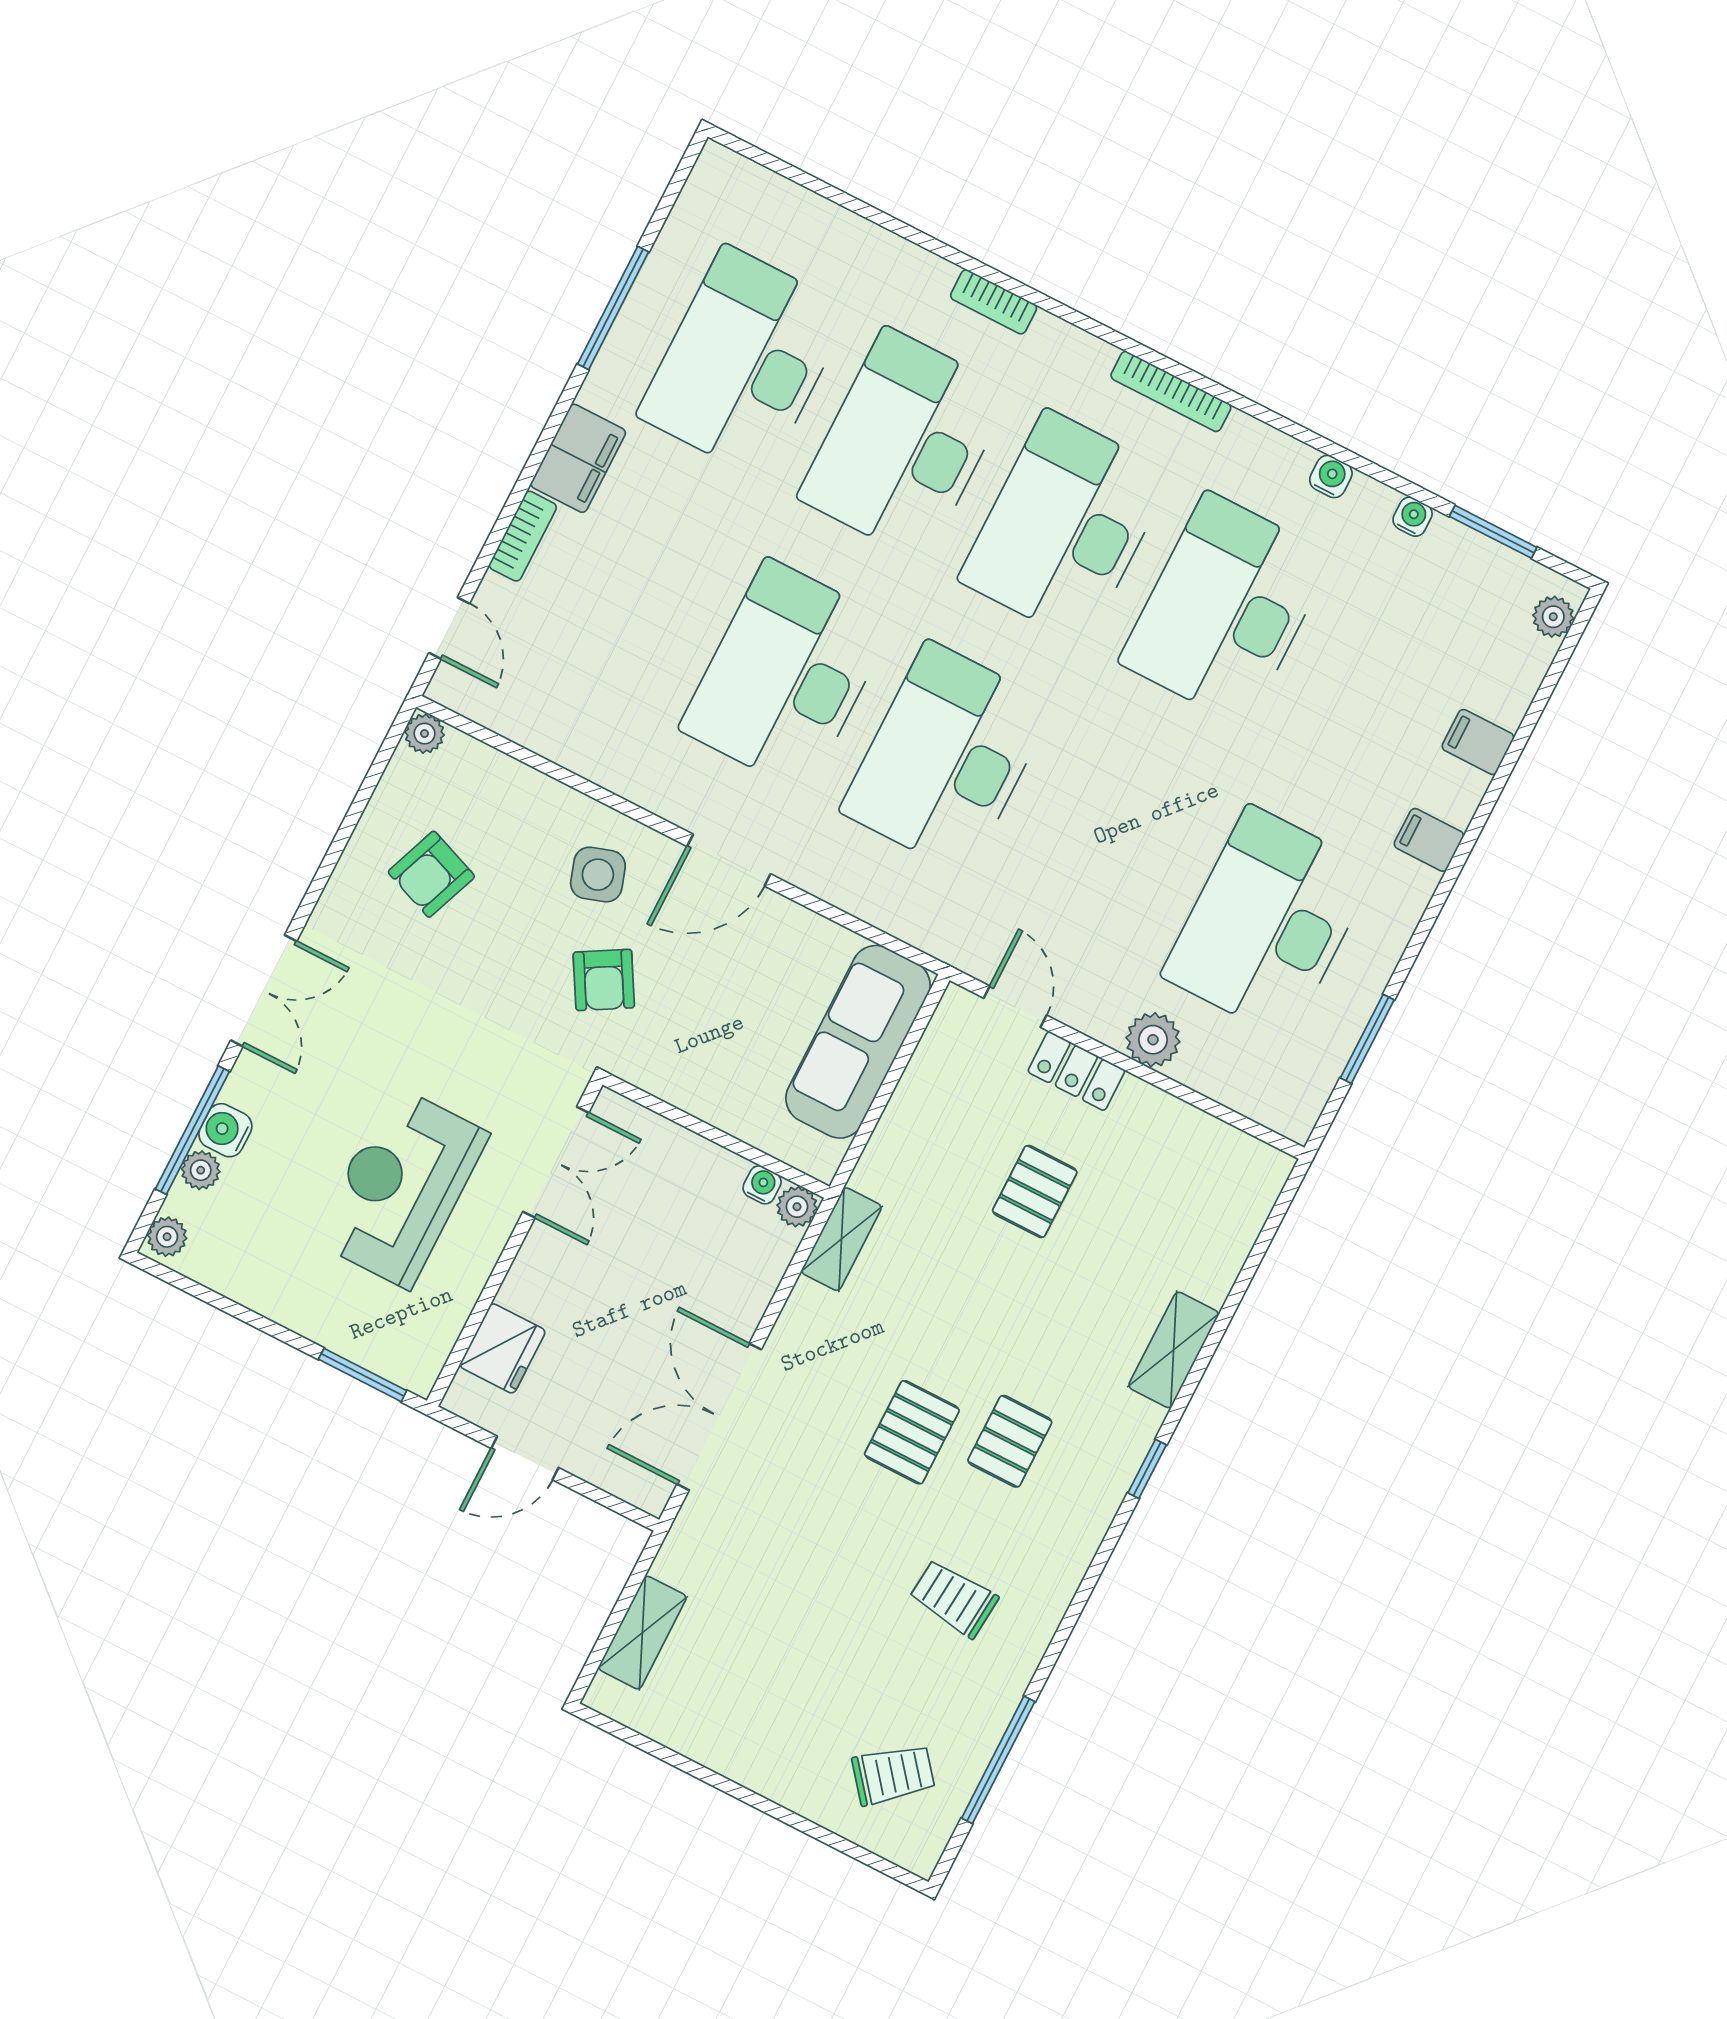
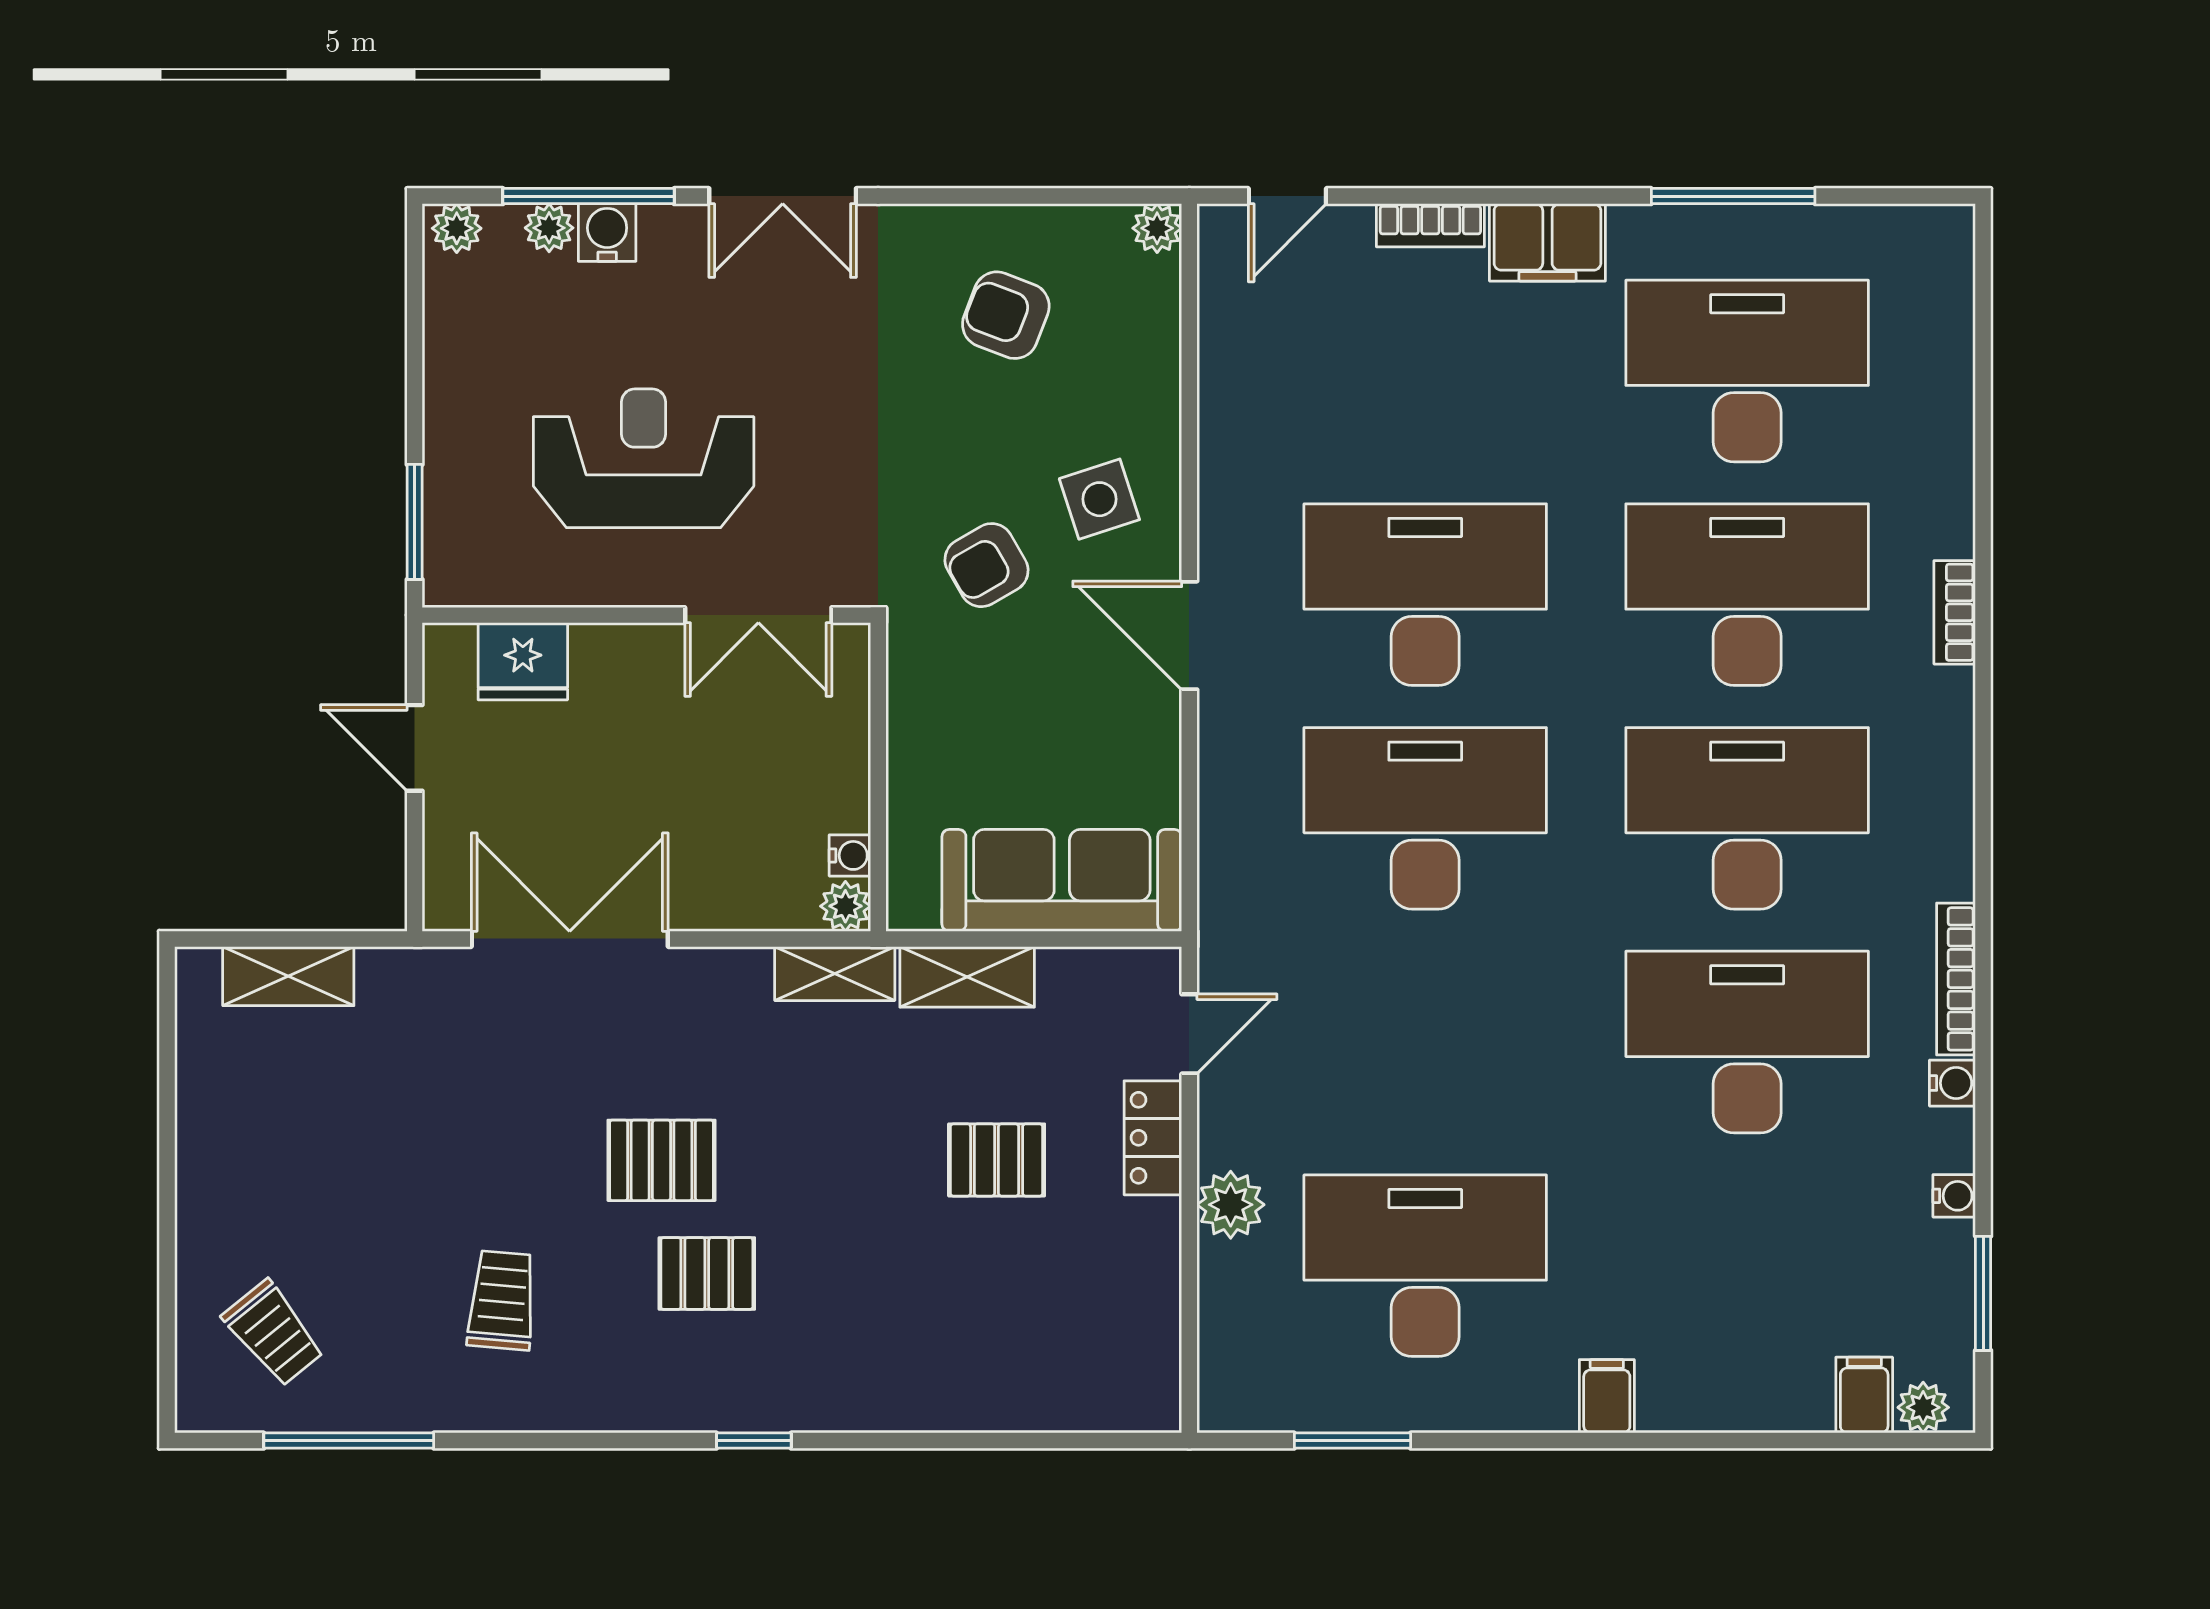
bookcase: (1171, 391) -> (1956, 979), moved
filing cabinet: (1478, 742) -> (1864, 1395), moved
shelving: (1174, 1350) -> (967, 977), moved

